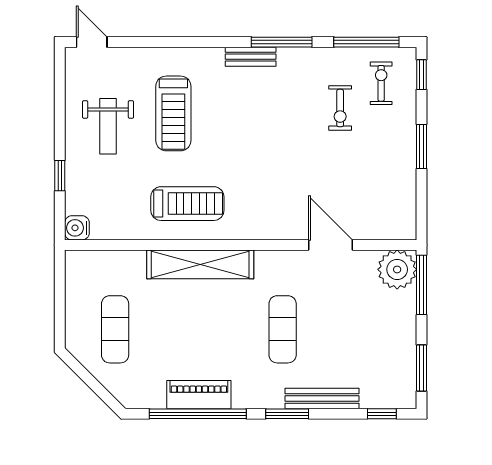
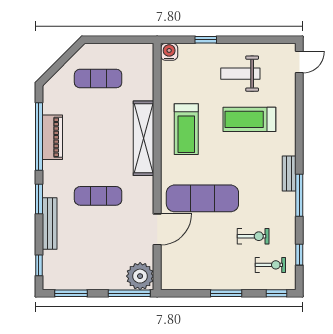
window: (366, 42) -> (299, 255), width x0.46
exercise bike: (340, 108) -> (253, 236), turned 180
exercise mat: (286, 180) -> (202, 198), added

